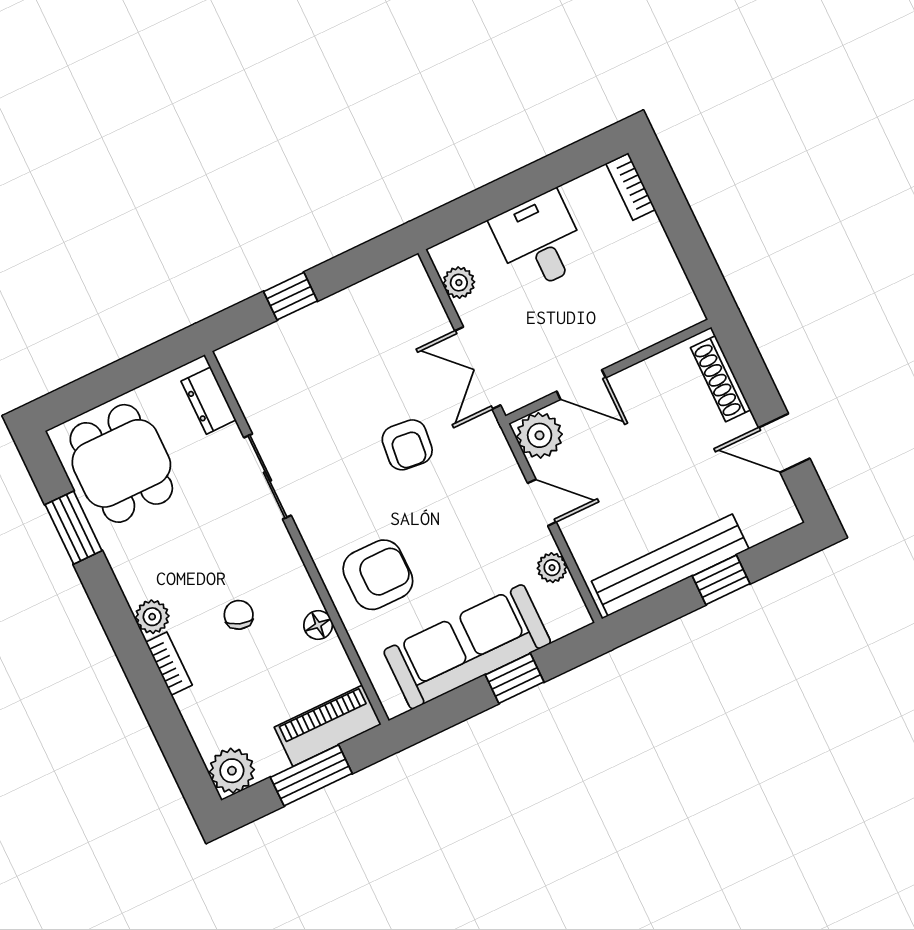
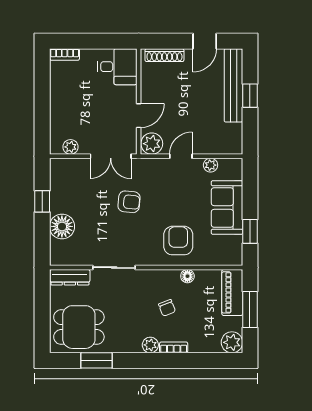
desk: (539, 241) -> (117, 67), moved, turned 180
window: (290, 296) -> (42, 201), moved
floor lamp: (299, 339) -> (62, 226), added
dresser: (209, 401) -> (70, 277), width x1.44
bench: (670, 565) -> (233, 85), moved
chair: (239, 615) -> (167, 308), turned -130
sofa: (467, 647) -> (227, 208), width x0.73
window: (515, 678) -> (250, 231), moved

